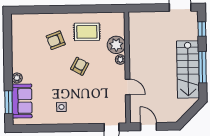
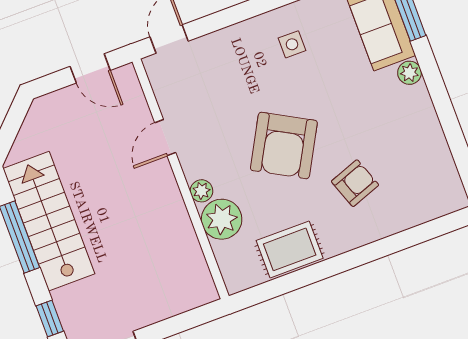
rug: (87, 32) -> (290, 249), moved
armchair: (80, 66) -> (284, 145), width x1.88, depth x1.88
door: (128, 87) -> (165, 138), hinge flipped

